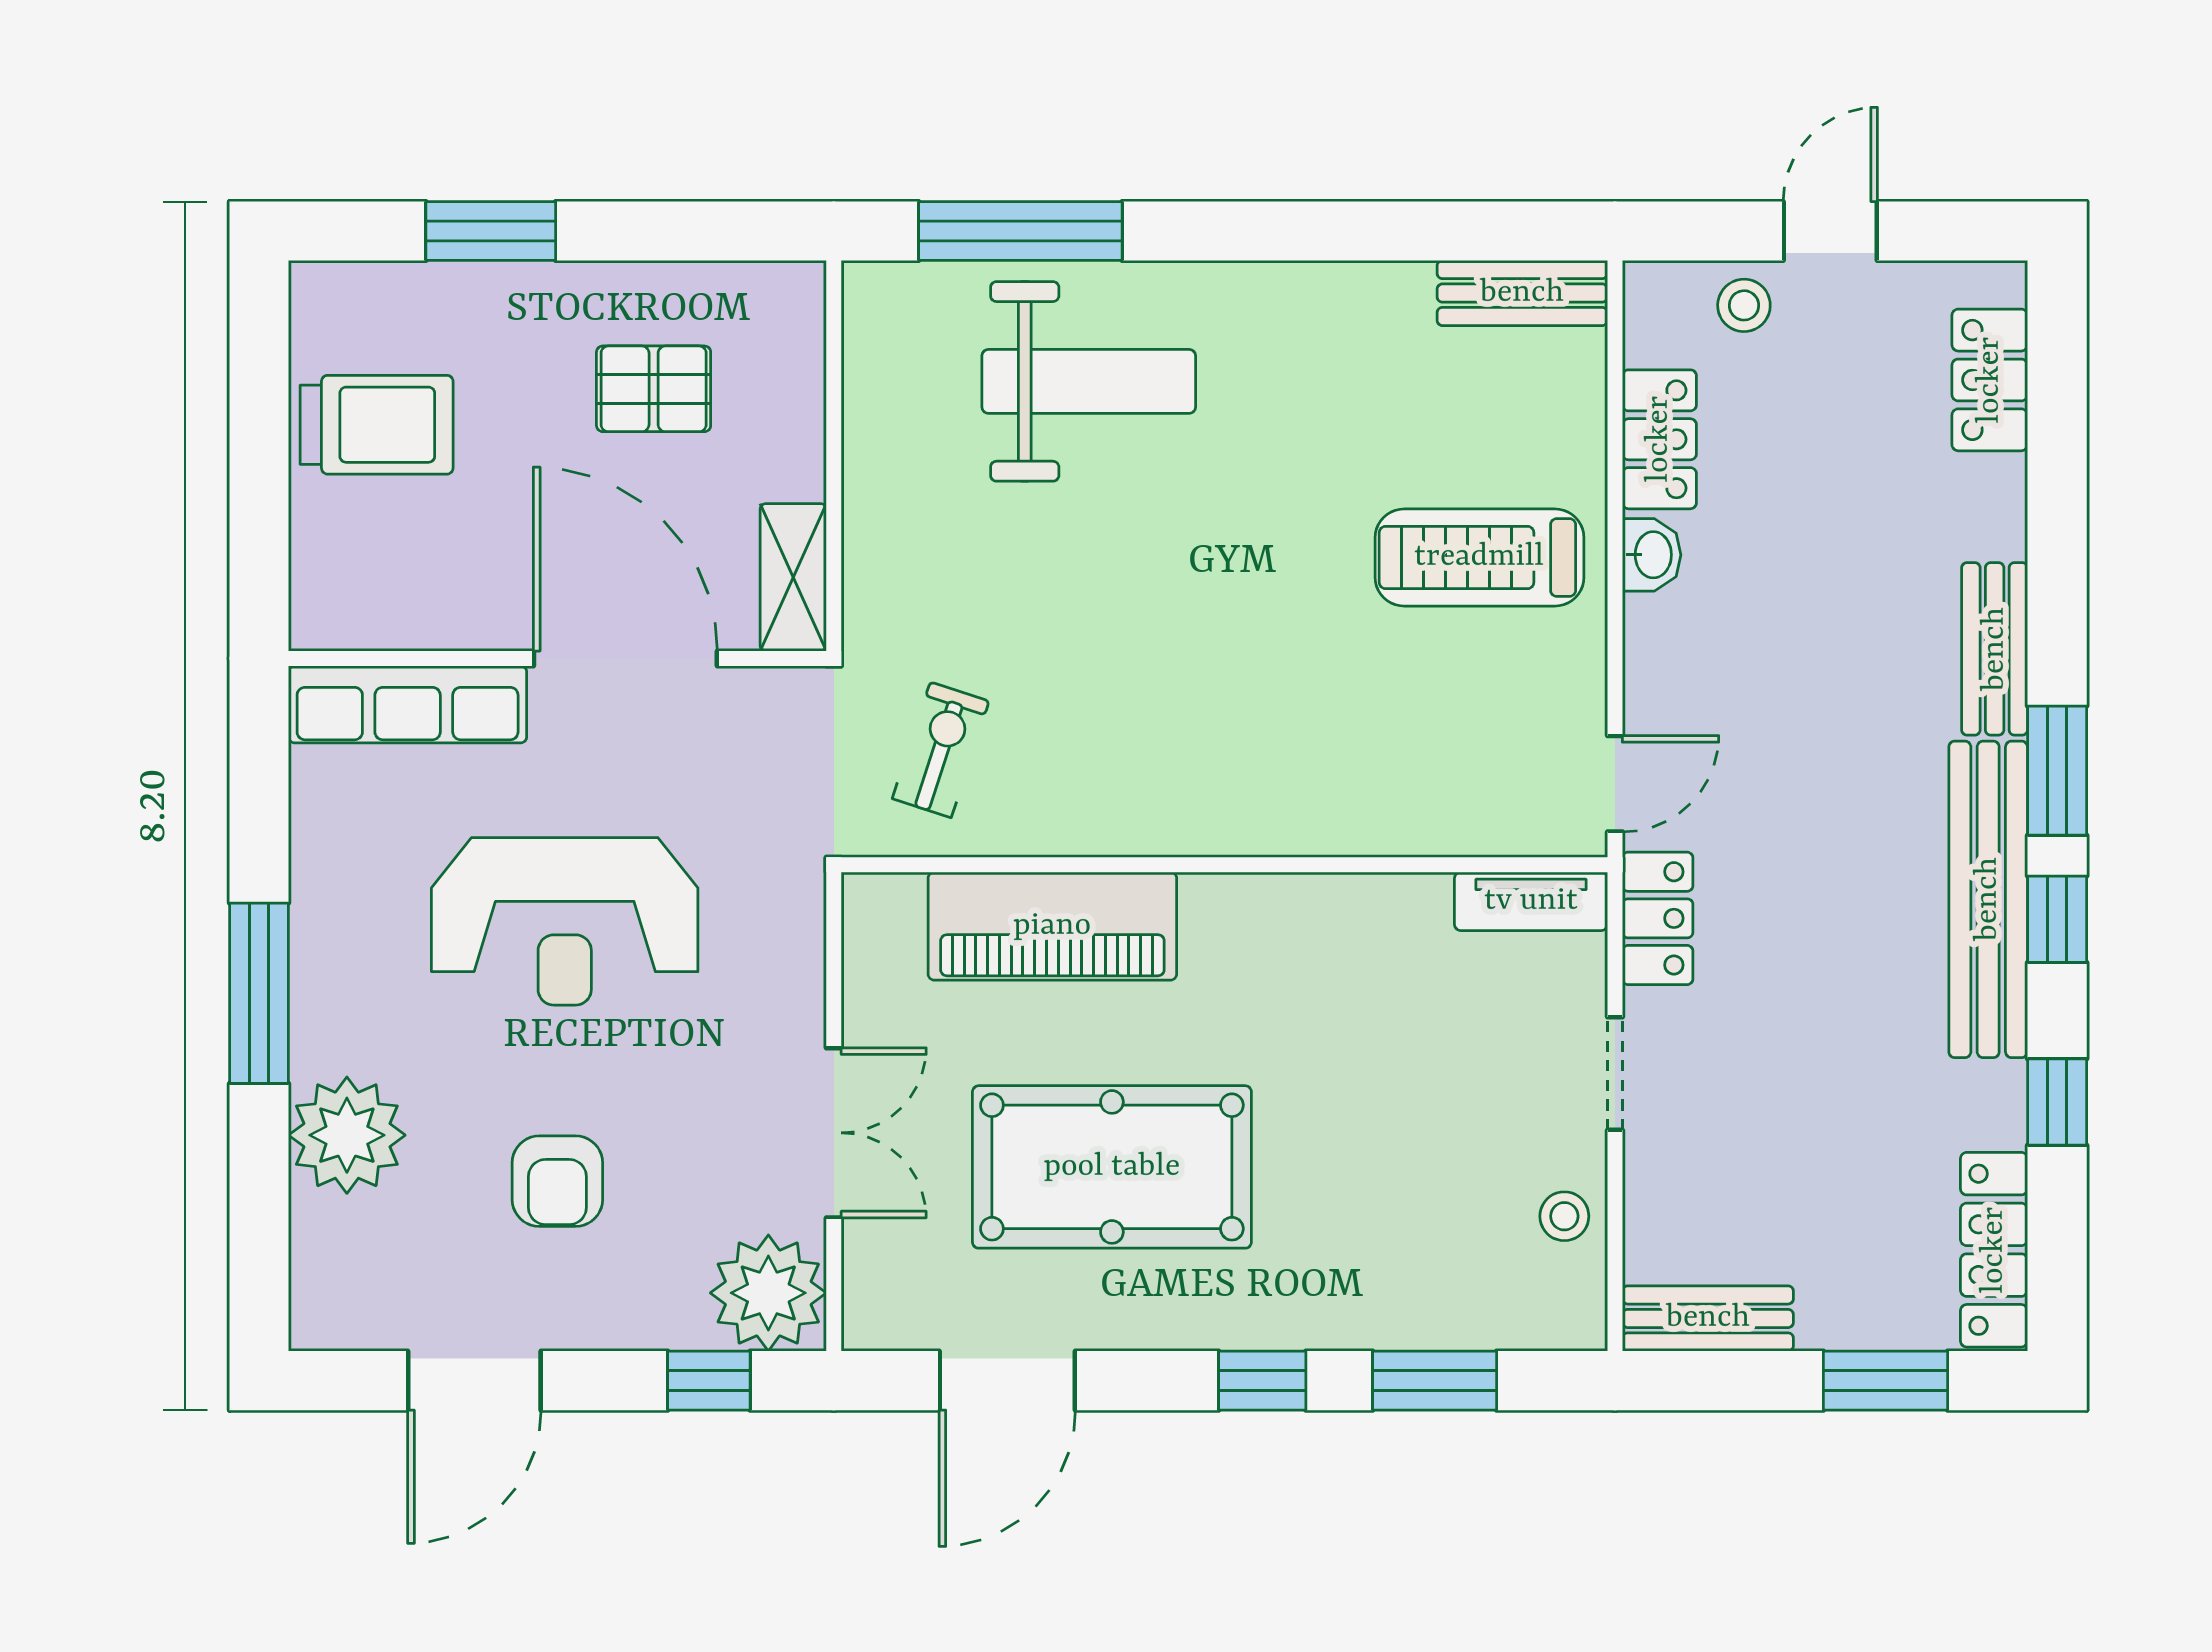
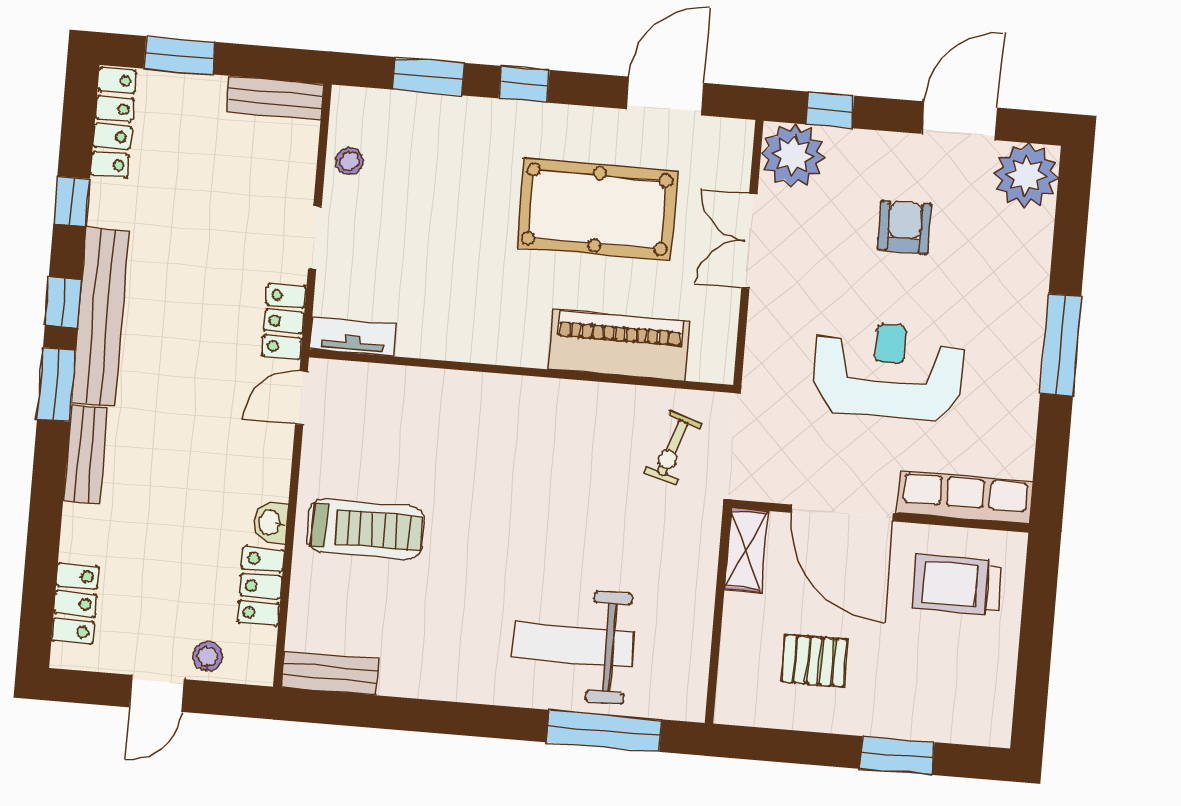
trolley: (377, 425) -> (956, 585), moved
plant: (347, 1135) -> (1026, 175), moved

